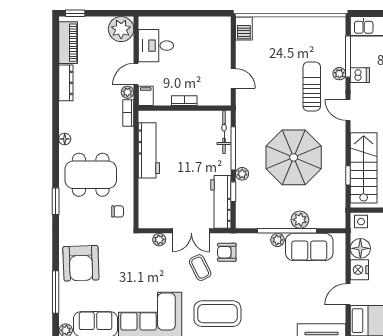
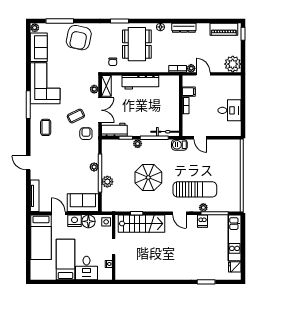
barbecue: (244, 29) -> (179, 145), moved
desk: (156, 46) -> (229, 110), moved, turned 90
door: (233, 78) -> (200, 138), hinge flipped
dresser: (66, 83) -> (184, 28), moved
sun lounger: (312, 87) -> (195, 189), width x1.36, depth x1.34
filing cabinet: (146, 96) -> (189, 92), moved
door: (348, 110) -> (179, 213), swing flipped
workbench: (149, 150) -> (140, 82), moved
parasol: (294, 157) -> (148, 178), width x0.73, depth x0.73
workbench: (221, 202) -> (114, 130), width x0.73
shelving: (154, 221) -> (106, 86), added
double door: (191, 231) -> (100, 110), swing flipped
sofa: (309, 247) -> (83, 203), moved, turned 90
armchair: (81, 263) -> (79, 38), turned -76
coffee table: (217, 314) -> (46, 127), width x0.54, depth x0.58

